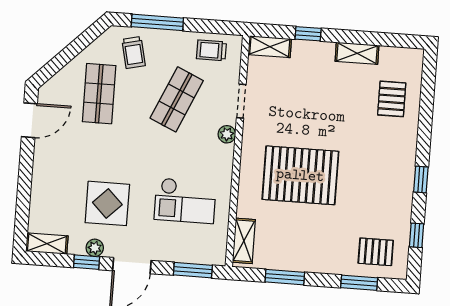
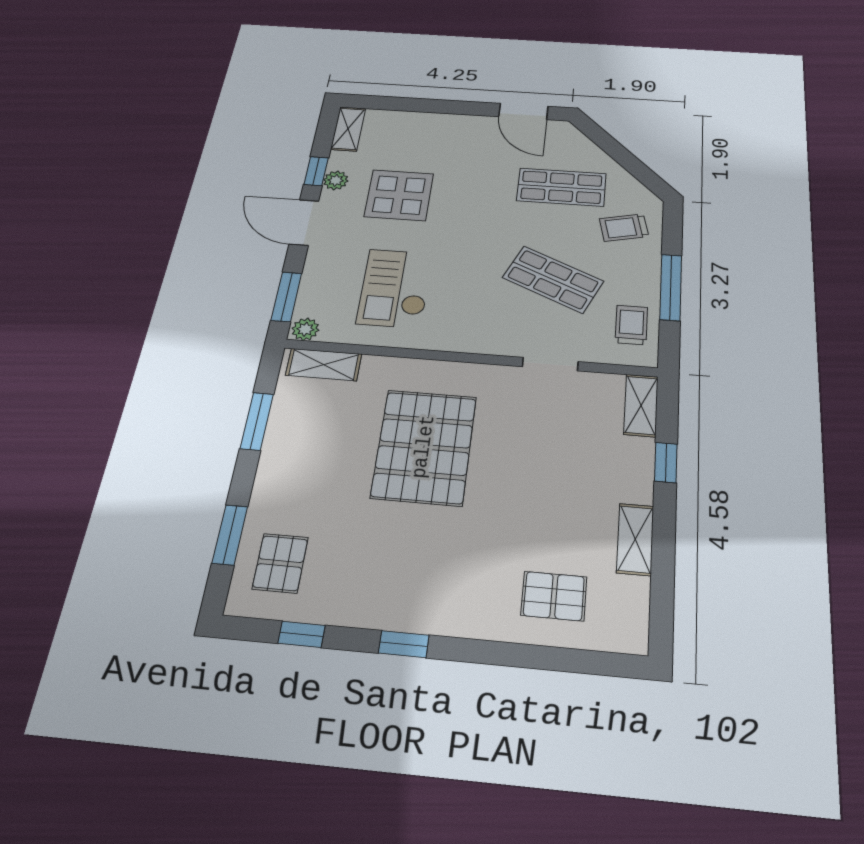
window: (157, 22) -> (671, 287), moved
plant: (227, 134) -> (305, 329), moved

